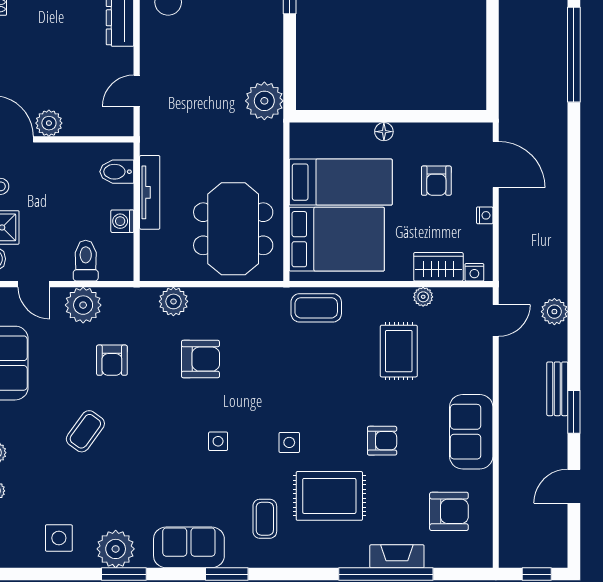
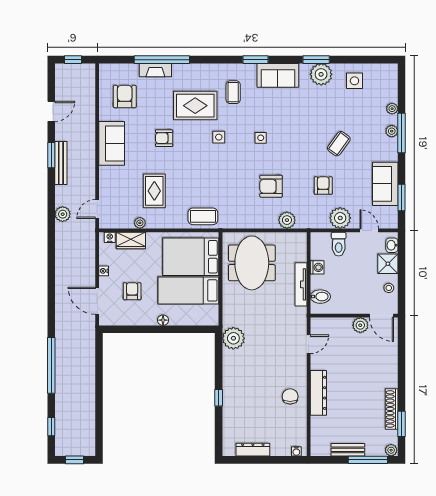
bench: (557, 389) -> (61, 163), width x1.36
armchair: (449, 511) -> (125, 96), turned 90

